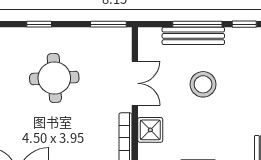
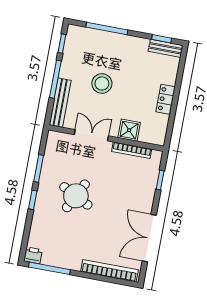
window: (108, 24) -> (39, 168), moved
bench: (193, 36) -> (60, 103), moved
round table: (54, 78) -> (76, 196), turned 30

